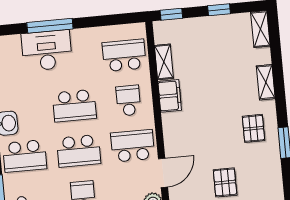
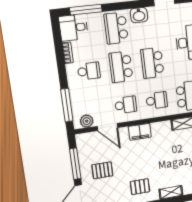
filing cabinet: (170, 96) -> (140, 132), moved
school desk: (133, 146) -> (126, 105), width x0.54

